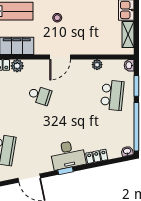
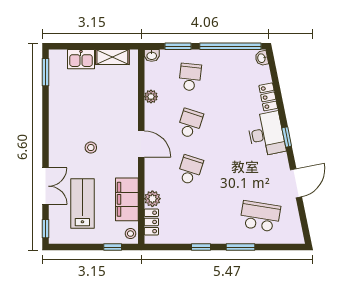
school desk: (76, 95) -> (190, 124), added
school desk: (112, 95) -> (190, 77), width x0.54

